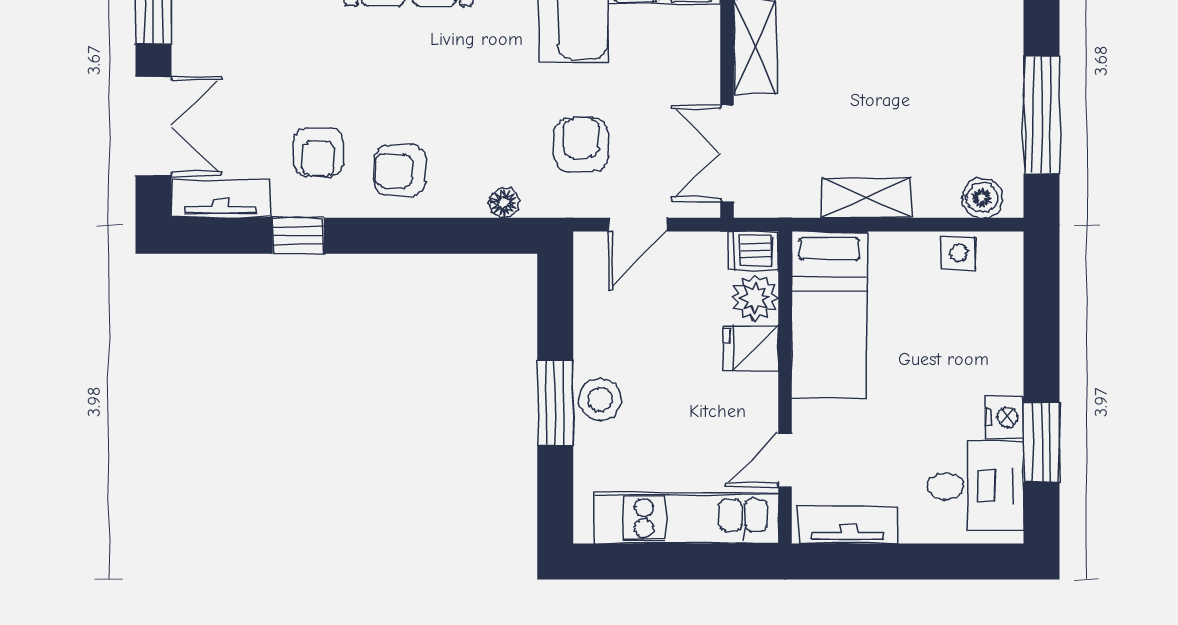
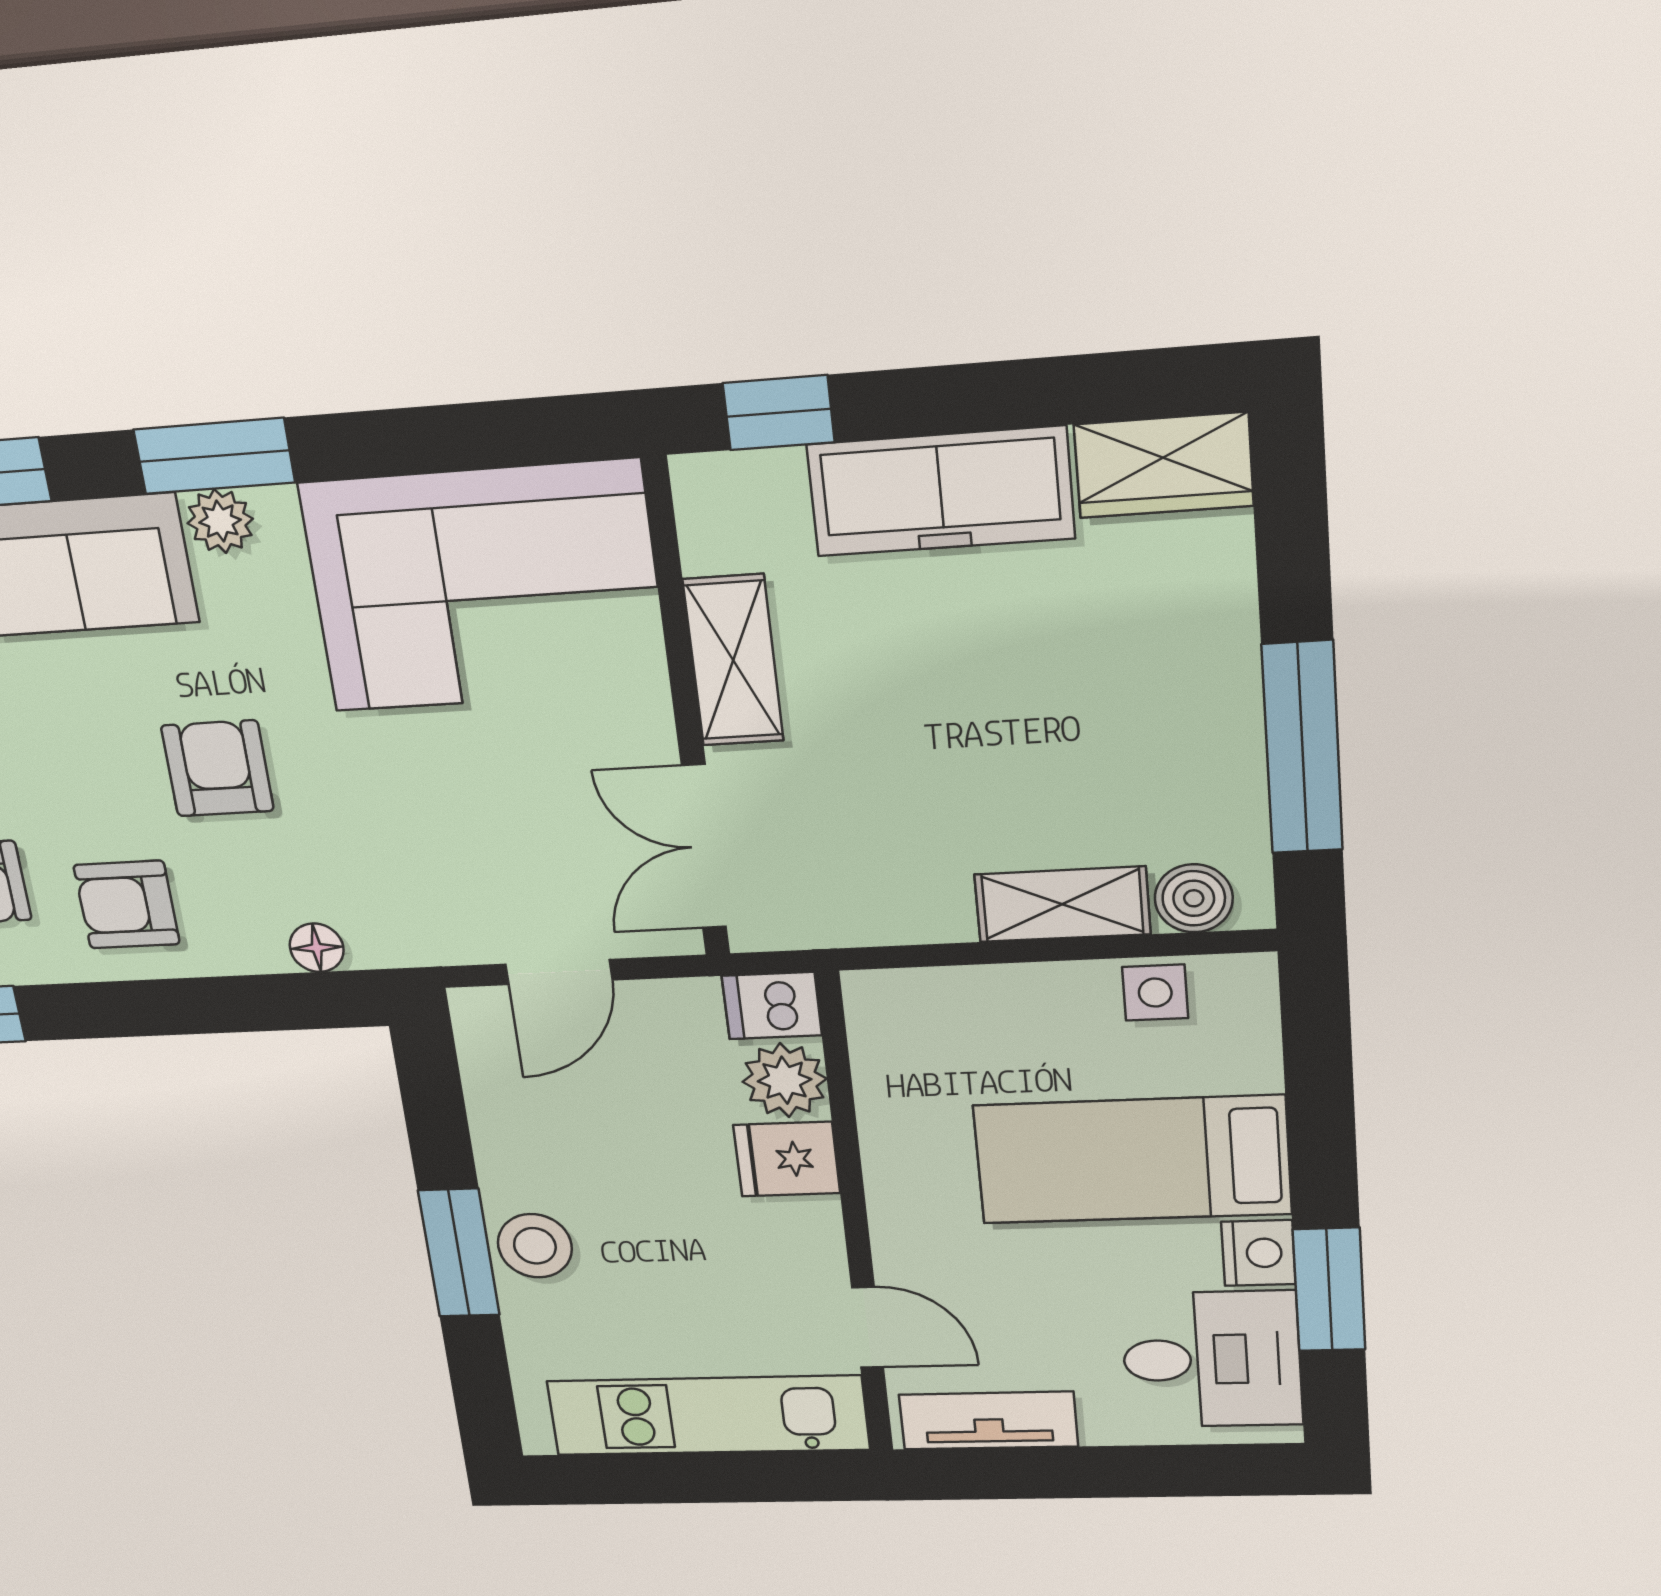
armchair: (581, 144) -> (217, 768), moved
shelving: (866, 198) -> (1062, 904), moved
bed: (829, 315) -> (1132, 1160), moved, turned 90
door: (785, 460) -> (868, 1327), swing flipped

